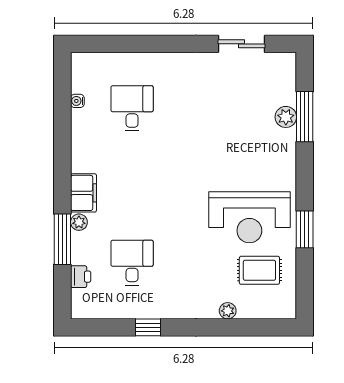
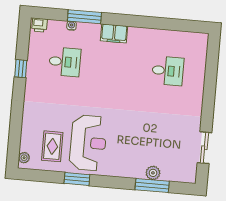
water cooler: (77, 101) -> (72, 26), moved
reception desk: (249, 217) -> (88, 143), turned 180
plant: (79, 222) -> (95, 29), removed
printer: (81, 277) -> (39, 25), moved
plant: (228, 311) -> (24, 158), moved

